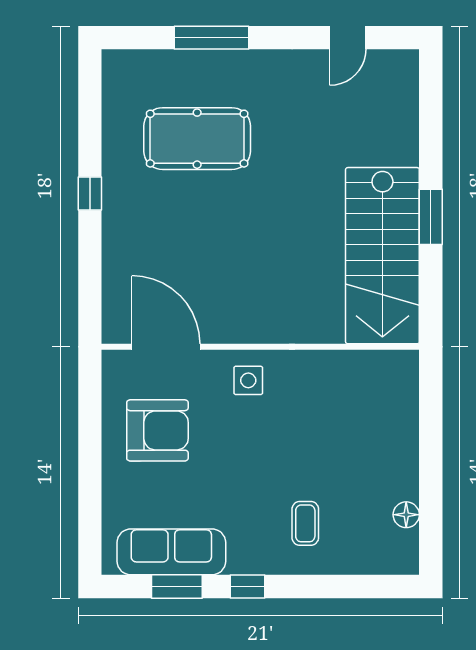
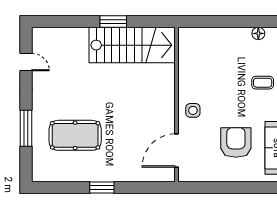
pool table: (197, 139) -> (75, 135), turned 90
window: (90, 194) -> (102, 188), width x1.50
armchair: (157, 430) -> (236, 142), moved

